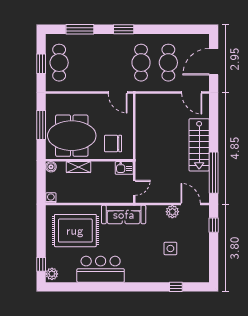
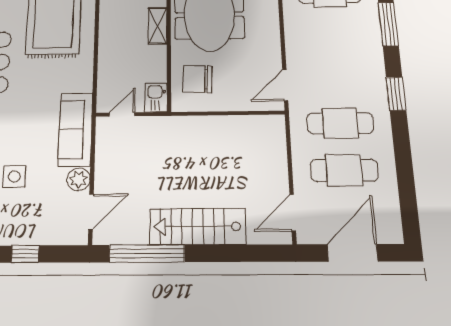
door: (214, 62) -> (352, 253), hinge flipped
chair: (113, 143) -> (198, 79), turned -88
door: (134, 188) -> (122, 114), swing flipped
sofa: (124, 215) -> (75, 129), moved
window: (214, 225) -> (25, 254), moved

